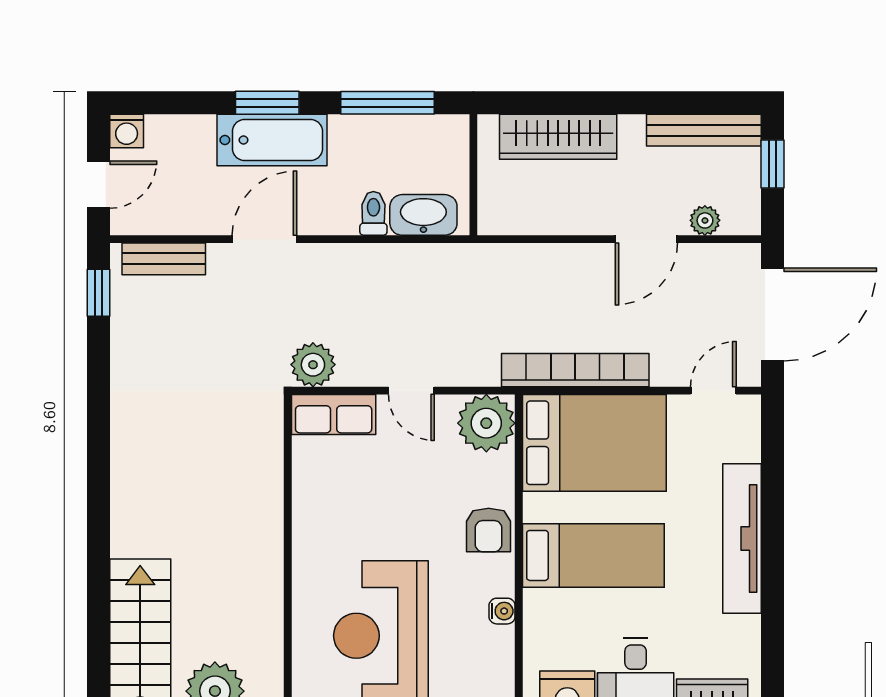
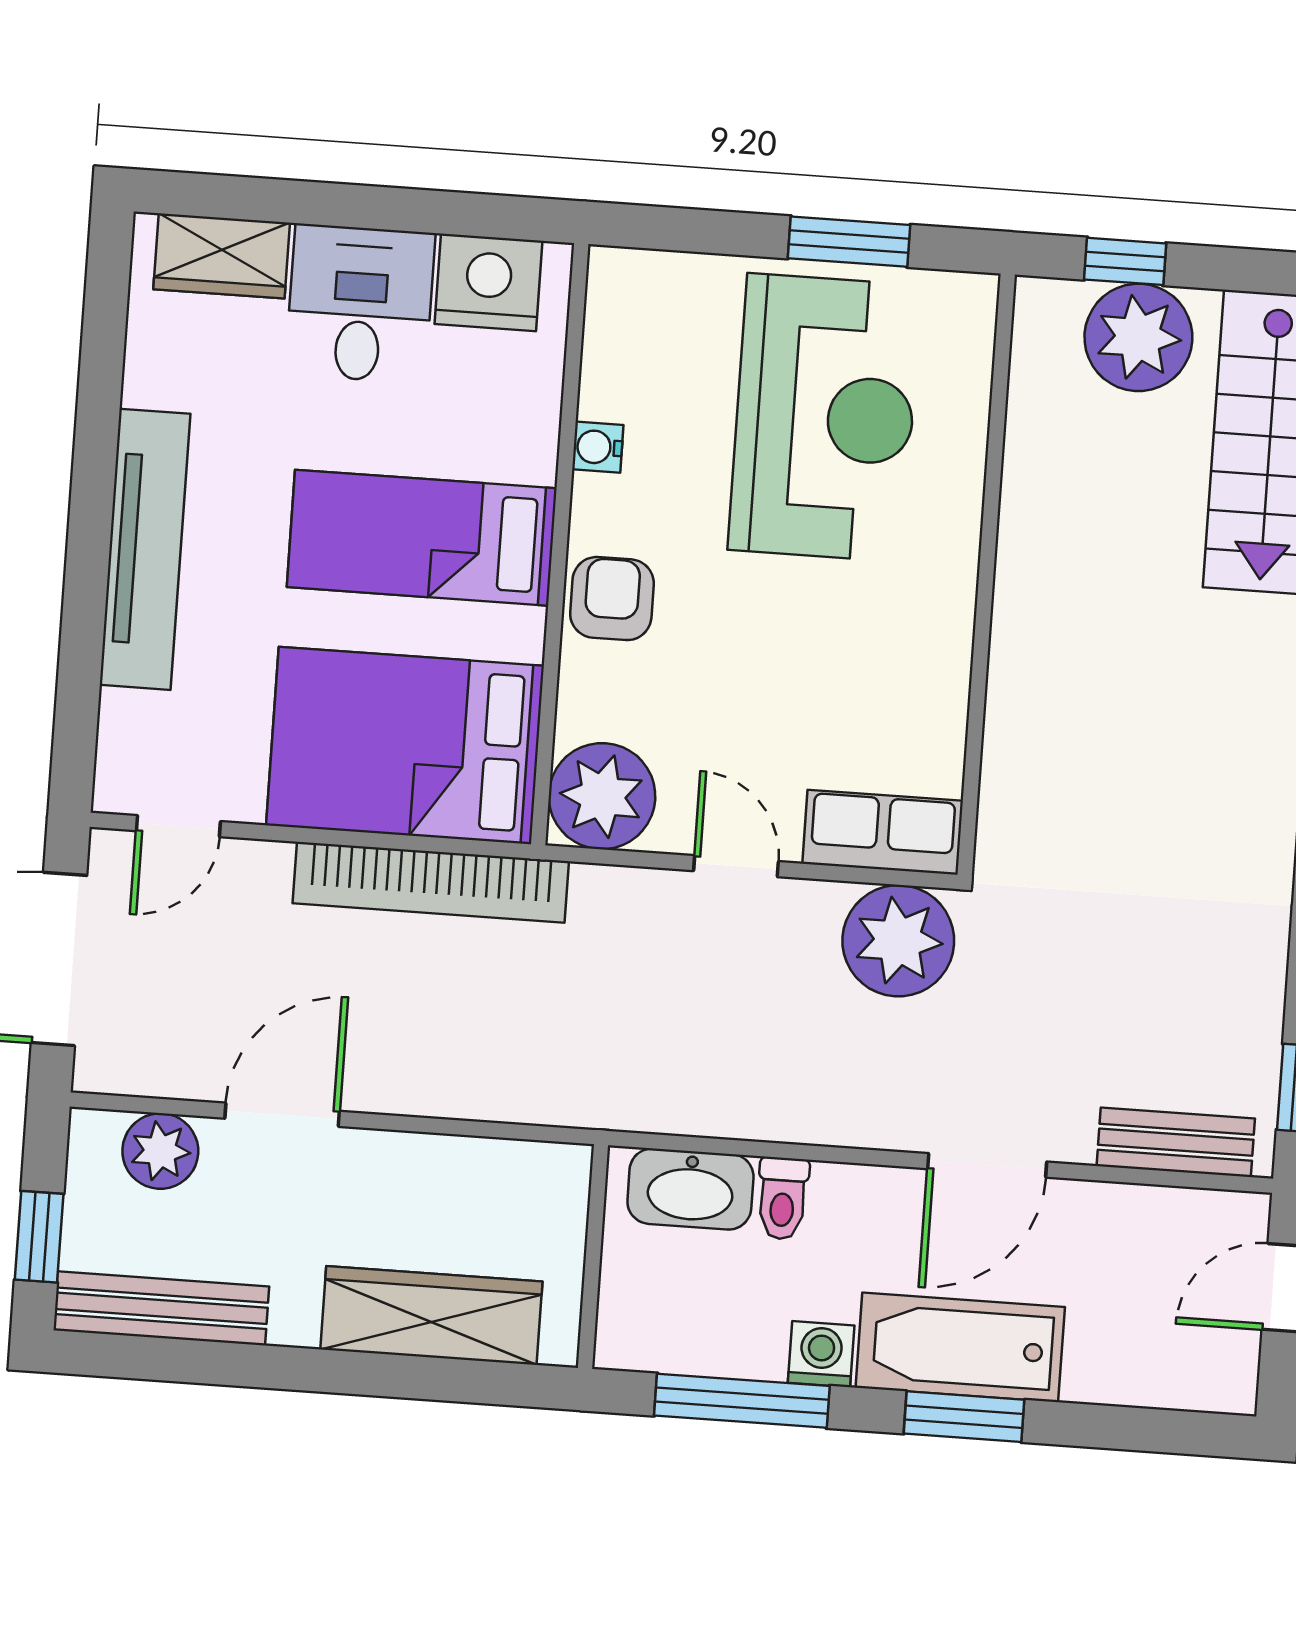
washing machine: (127, 131) -> (821, 1354), moved
plant: (705, 220) -> (160, 1151), width x1.38, depth x1.38
plant: (313, 365) -> (898, 941), width x1.36, depth x1.36

